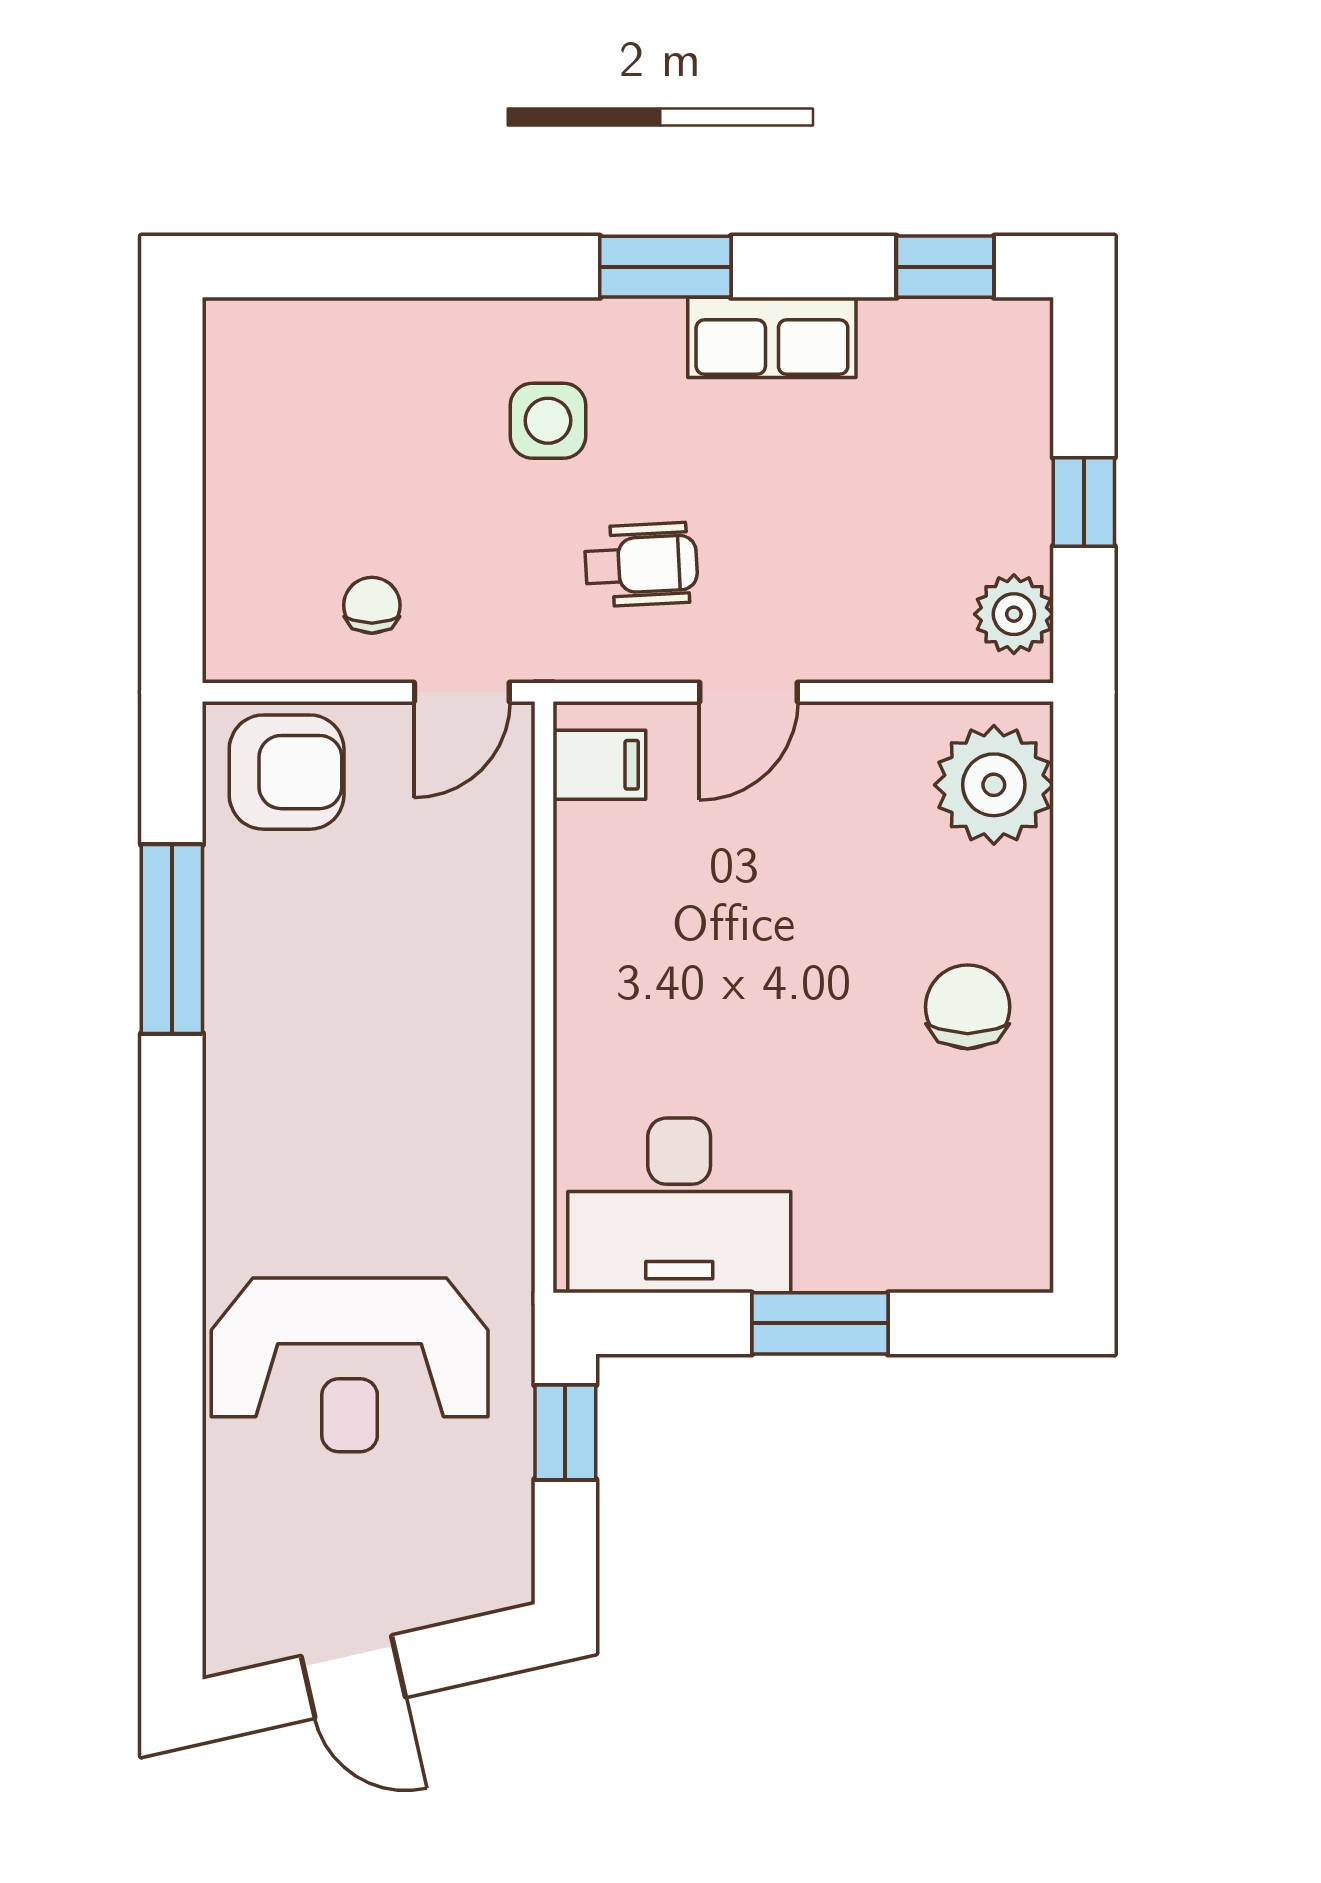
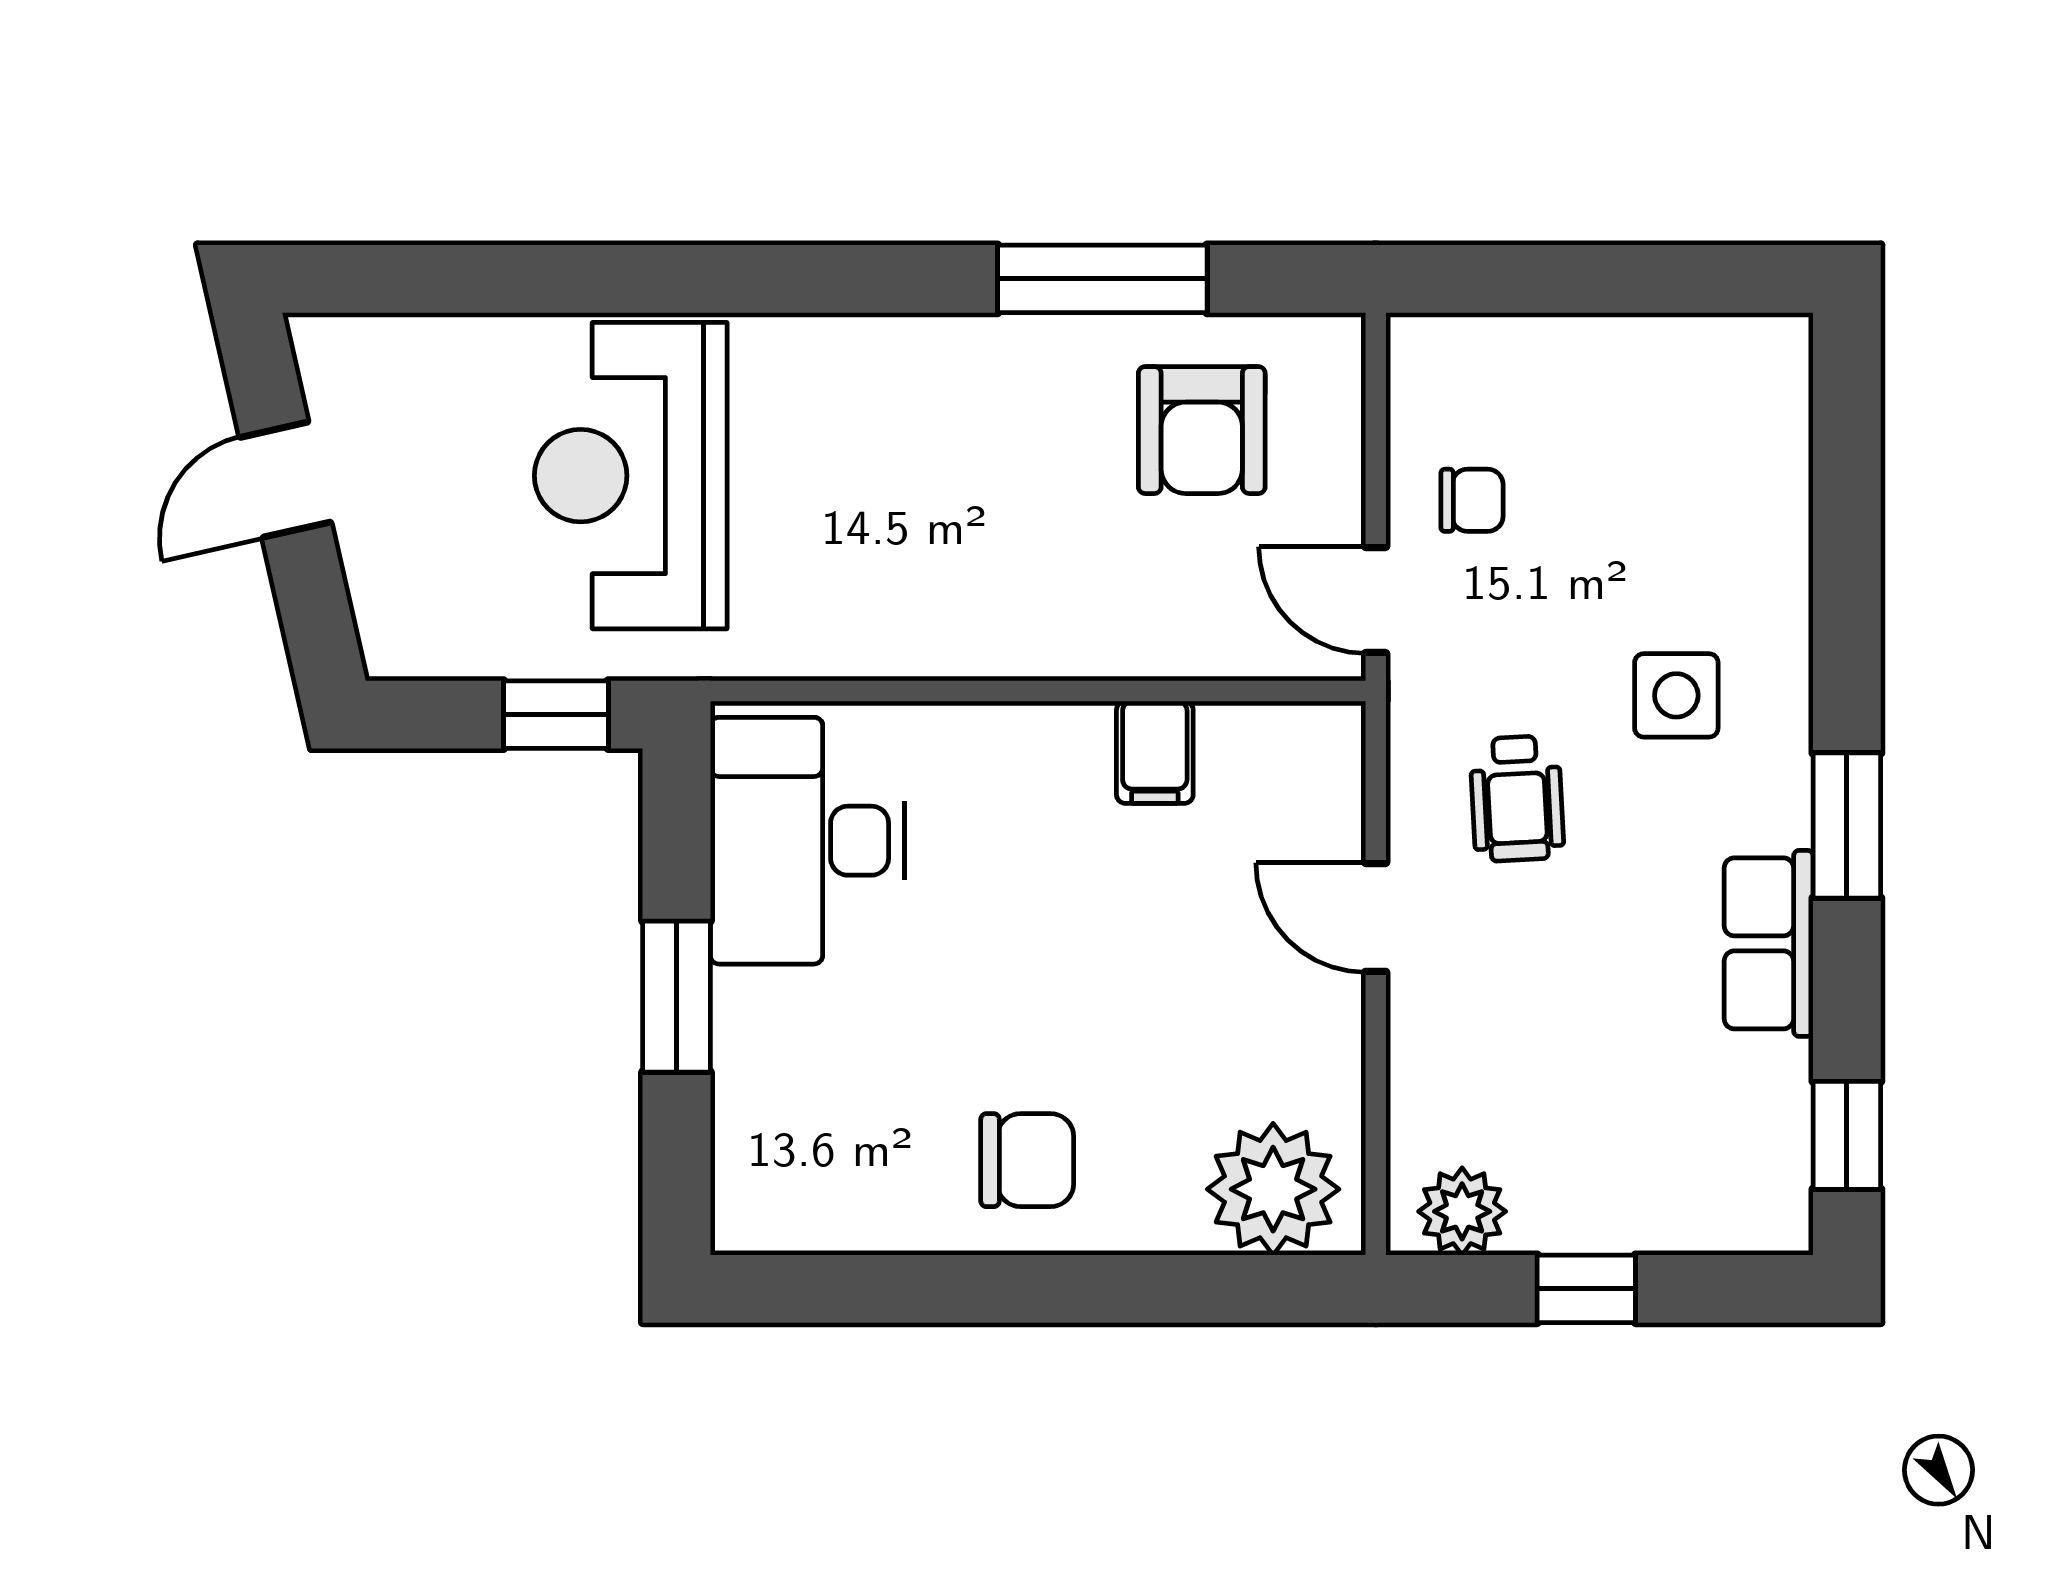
filing cabinet: (599, 765) -> (1155, 752), moved
armchair: (287, 772) -> (1202, 430), moved

